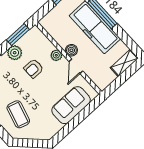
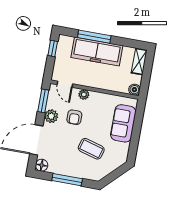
boiler: (71, 50) -> (134, 90), moved
door: (76, 66) -> (65, 84), moved
coffee table: (18, 114) -> (91, 149), moved

